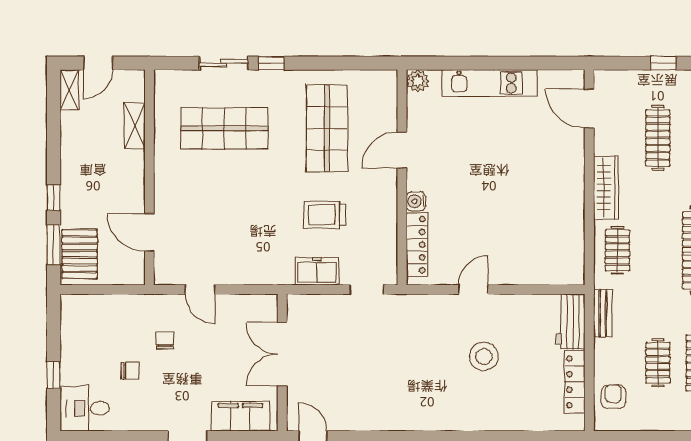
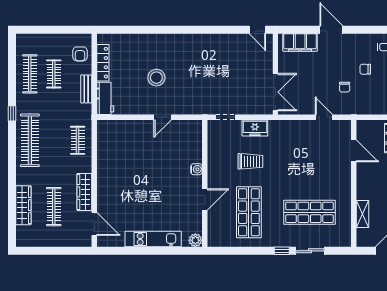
window: (663, 63) -> (50, 251), removed
wardrobe: (606, 188) -> (84, 192), moved
locker: (417, 245) -> (196, 144), removed
bench: (603, 313) -> (86, 89), moved
double door: (282, 354) -> (275, 92), moved

